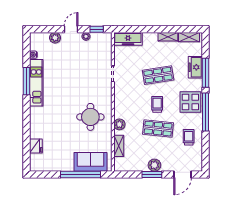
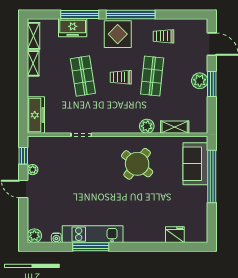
plant: (55, 38) -> (34, 236), moved
round table: (90, 117) -> (137, 164), turned 38

